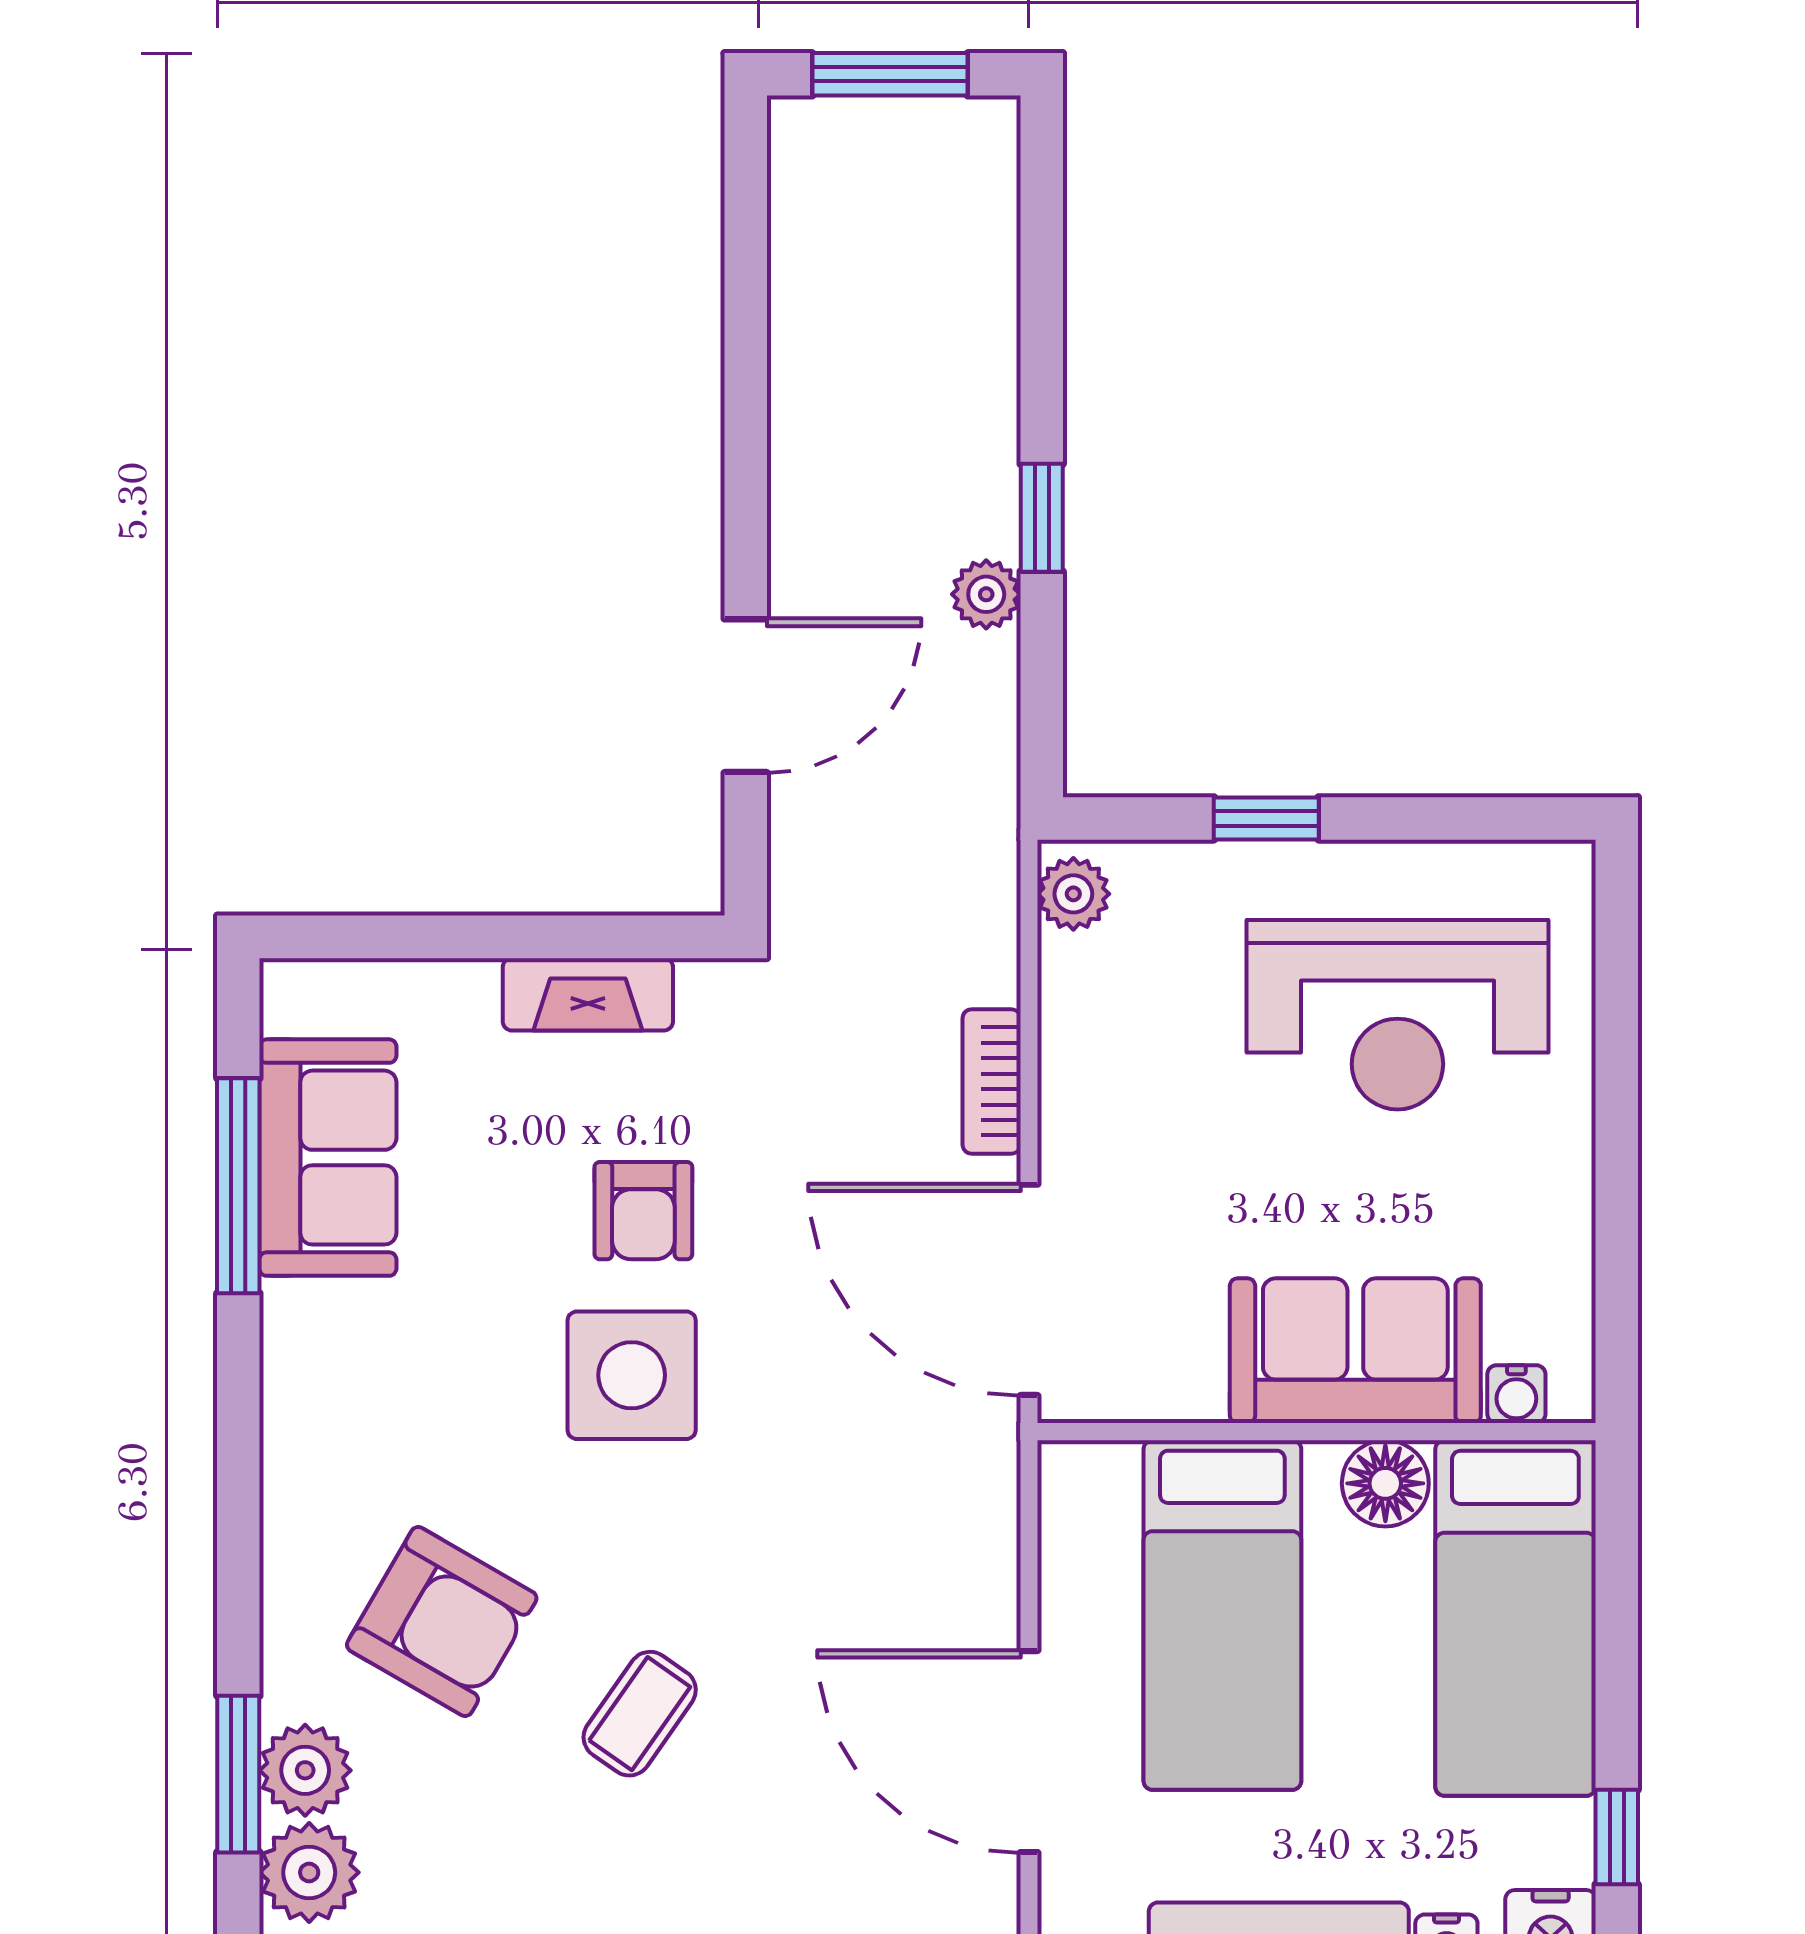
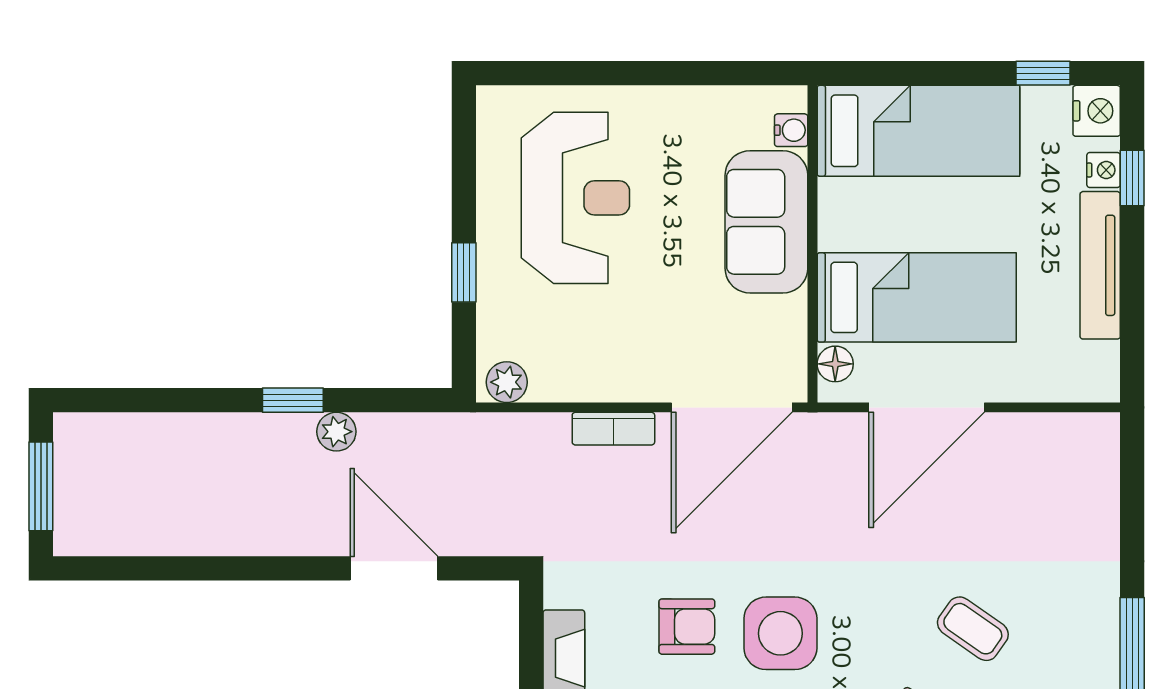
floor lamp: (1385, 1483) -> (835, 364), moved, width x0.73, depth x0.73
door: (1029, 1752) -> (927, 407), moved

